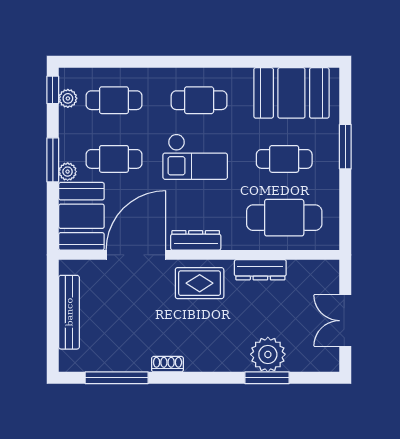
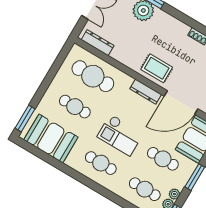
window: (345, 147) -> (25, 118), moved
checkout: (195, 157) -> (120, 135), turned 180
plant: (68, 172) -> (174, 194), moved
dresser: (260, 270) -> (98, 43), moved

